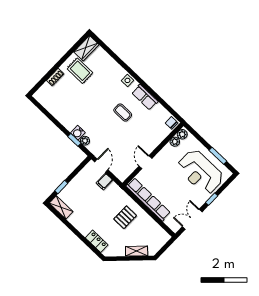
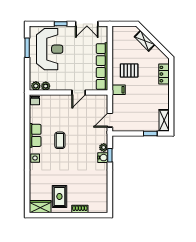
filing cabinet: (104, 182) -> (119, 90), moved

